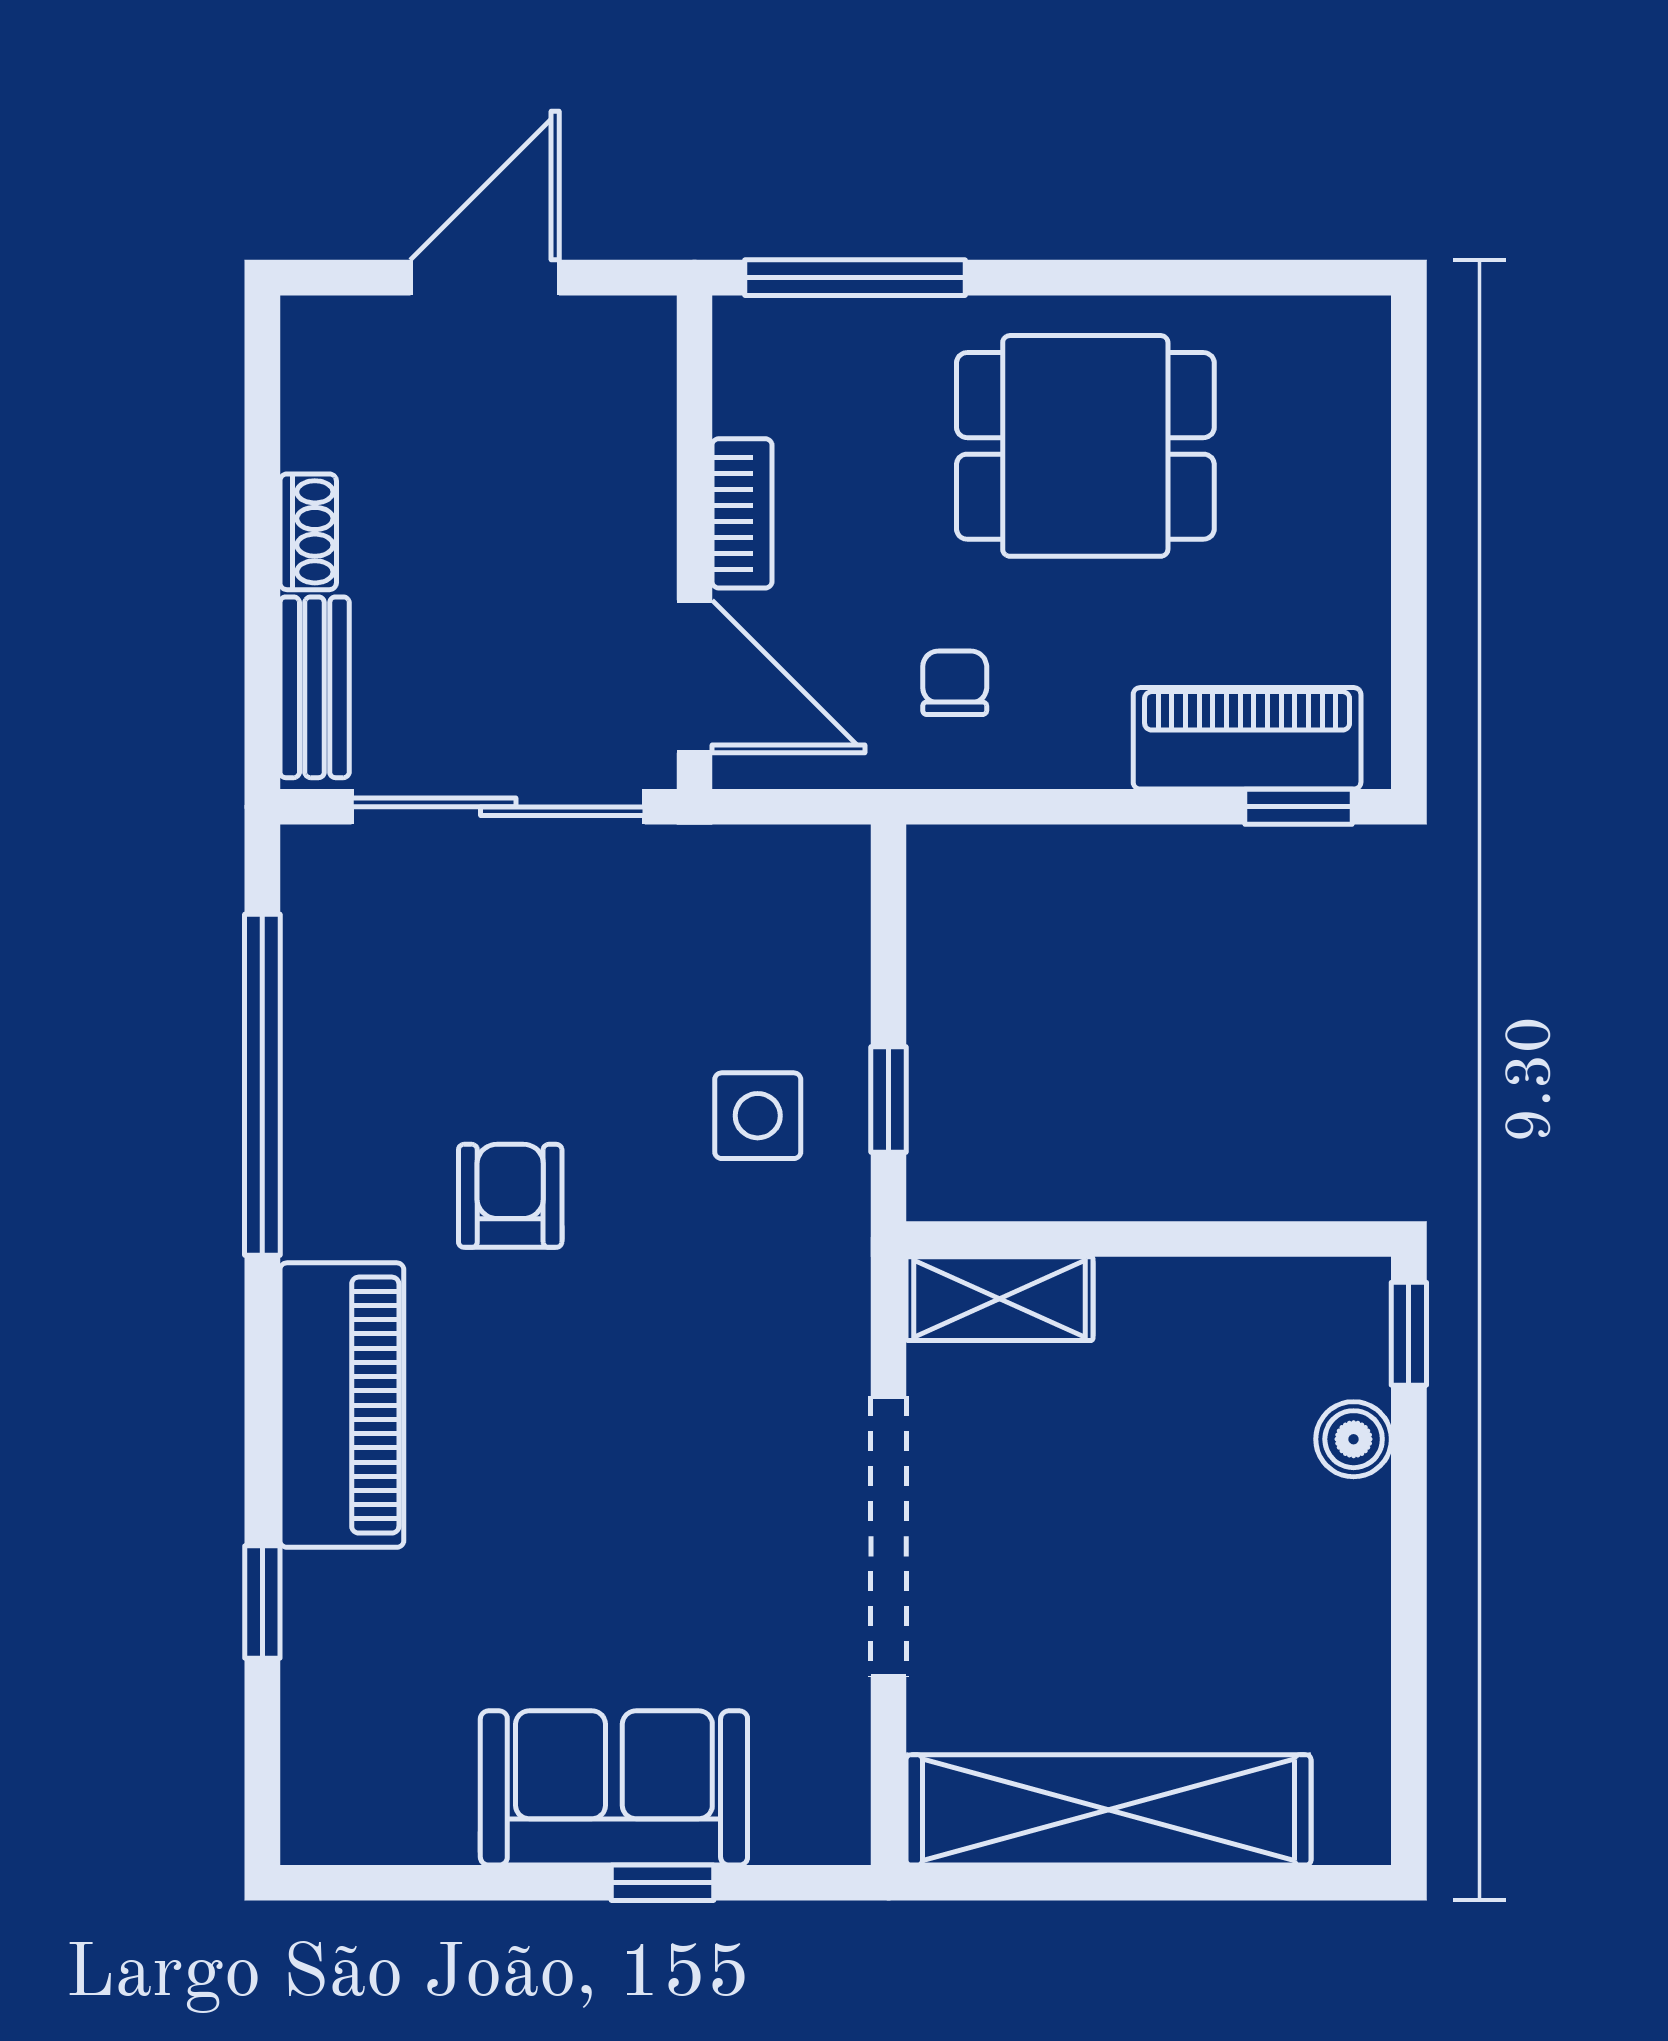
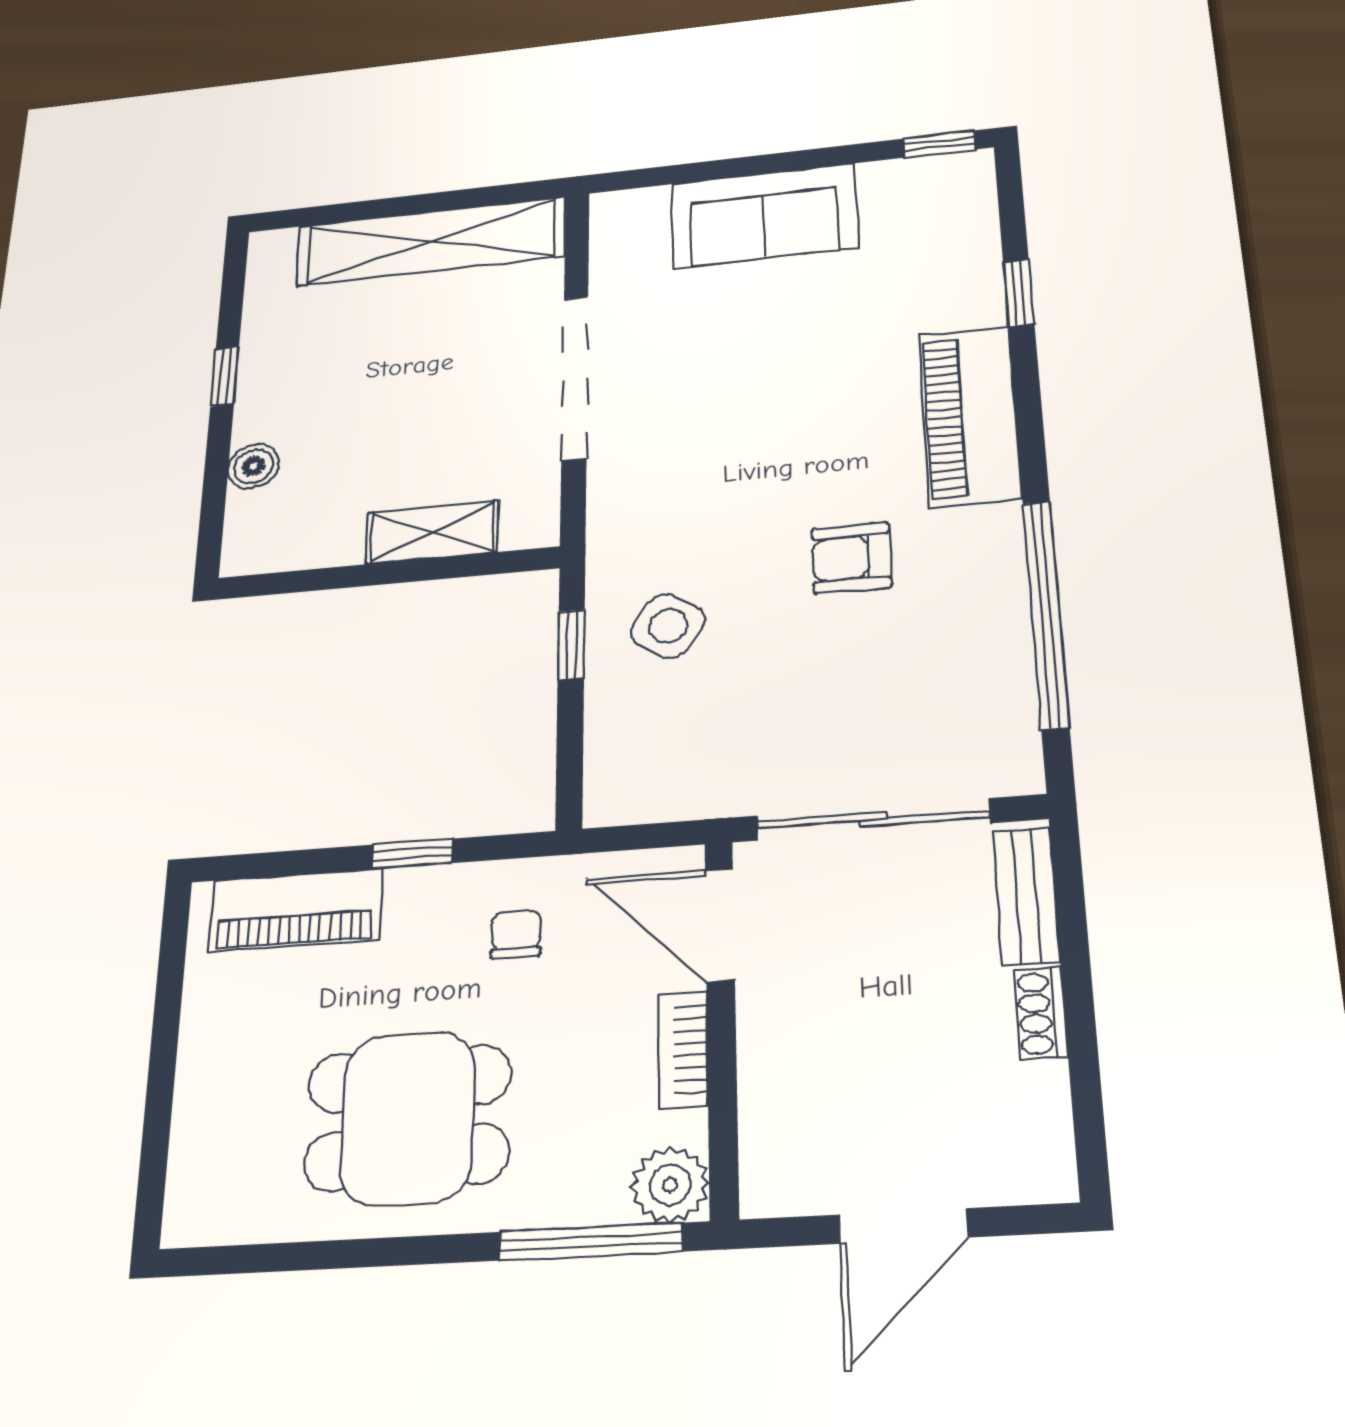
plant: (759, 342) -> (670, 1185), added
chair: (955, 683) -> (516, 934), turned 180
window: (1298, 807) -> (412, 854), moved
side table: (758, 1116) -> (668, 626), turned 34
armchair: (510, 1196) -> (851, 558), turned 90
shelving: (1000, 1299) -> (432, 532), moved
window: (1409, 1334) -> (225, 376), moved
window: (662, 1883) -> (939, 144), moved

